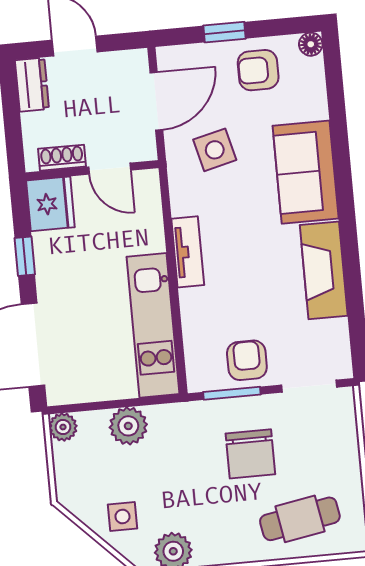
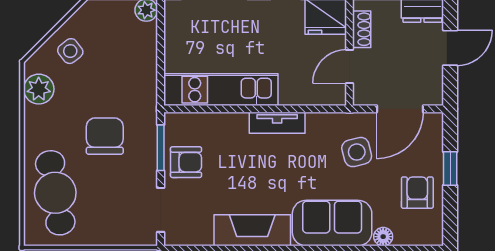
floor lamp: (311, 44) -> (383, 237), moved
door: (156, 101) -> (400, 109), hinge flipped
plant: (128, 426) -> (142, 62), removed
chair: (250, 454) -> (105, 136), moved, turned 90
side table: (123, 517) -> (70, 51), turned -38
cafe table: (300, 519) -> (55, 193), width x1.37, depth x1.35

